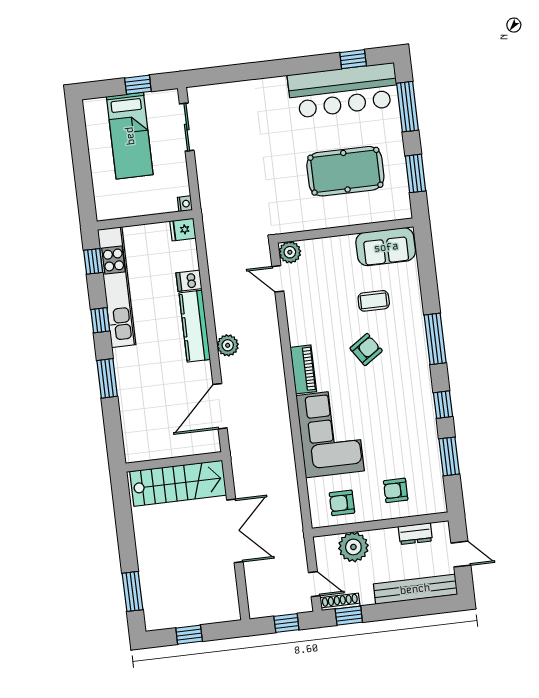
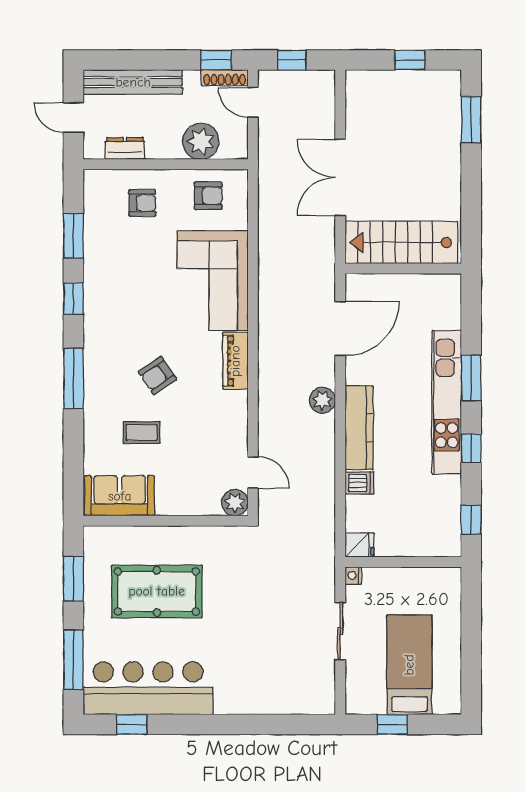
sliding door: (187, 127) -> (340, 631), moved
kitchen unit: (117, 287) -> (447, 402), moved

